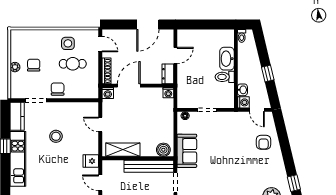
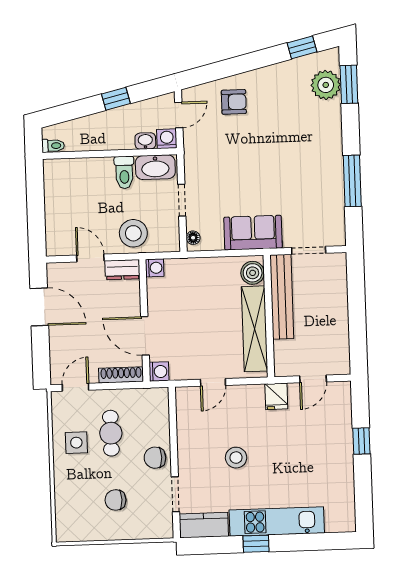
washbasin: (227, 59) -> (155, 167), moved
plant: (15, 67) -> (120, 532), removed
stool: (189, 81) -> (133, 233), added
shelving: (123, 150) -> (254, 329), width x1.47

